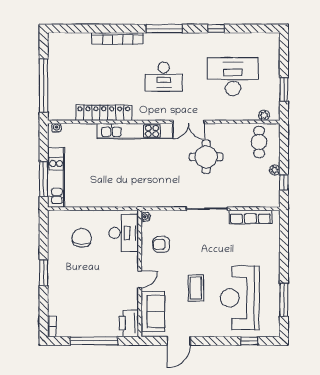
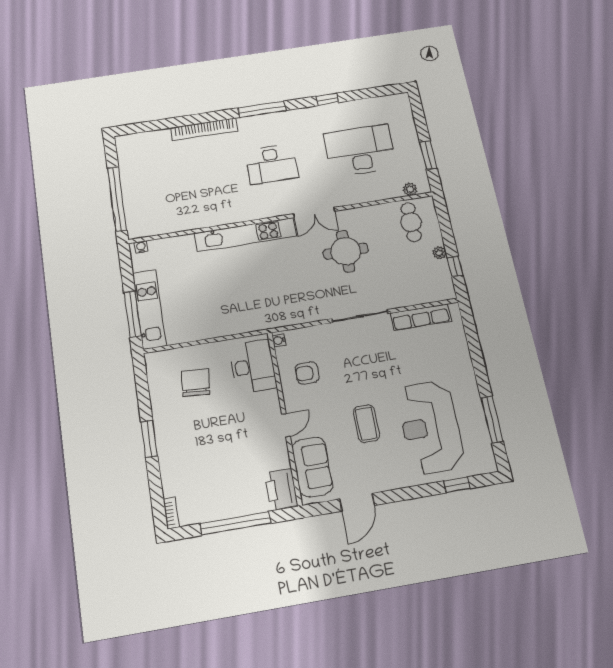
locker: (104, 113) -> (201, 219), removed

